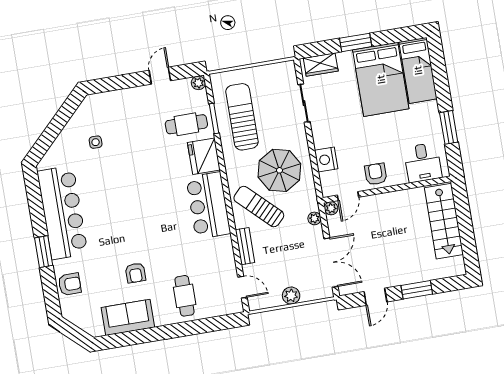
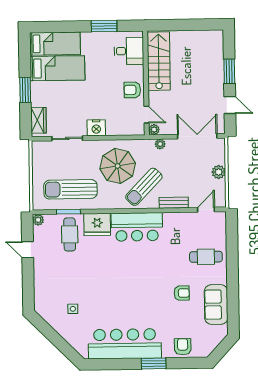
bed: (381, 79) -> (57, 68), width x0.67
nightstand: (326, 160) -> (96, 128), moved
stairs: (444, 221) -> (159, 61), moved, turned -90

